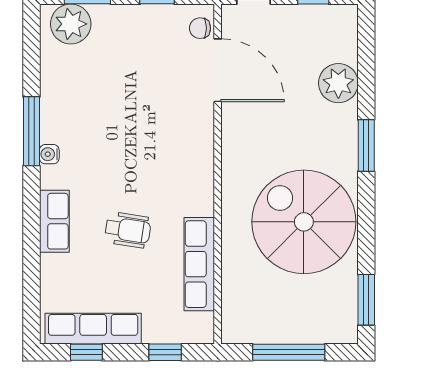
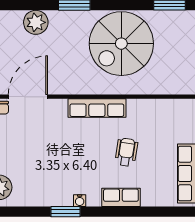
window: (31, 131) -> (65, 212), width x0.69
row of seats: (199, 264) -> (97, 108), moved

